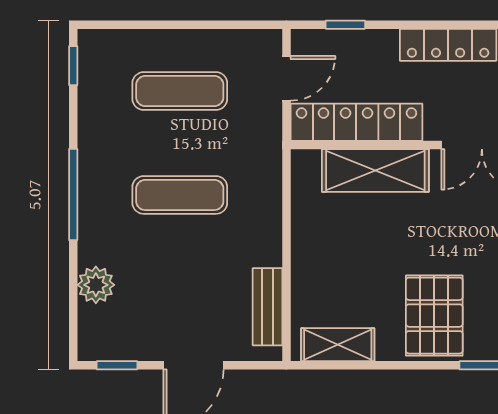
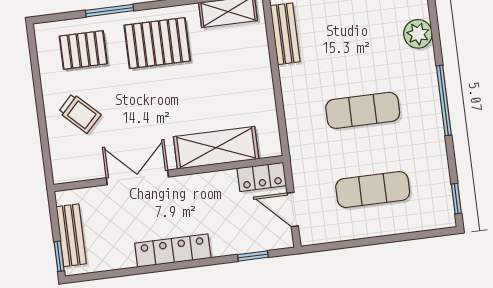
door: (286, 78) -> (293, 209), hinge flipped
locker: (356, 122) -> (262, 177), width x0.46, depth x0.83
pallet: (434, 316) -> (157, 43), turned 90

